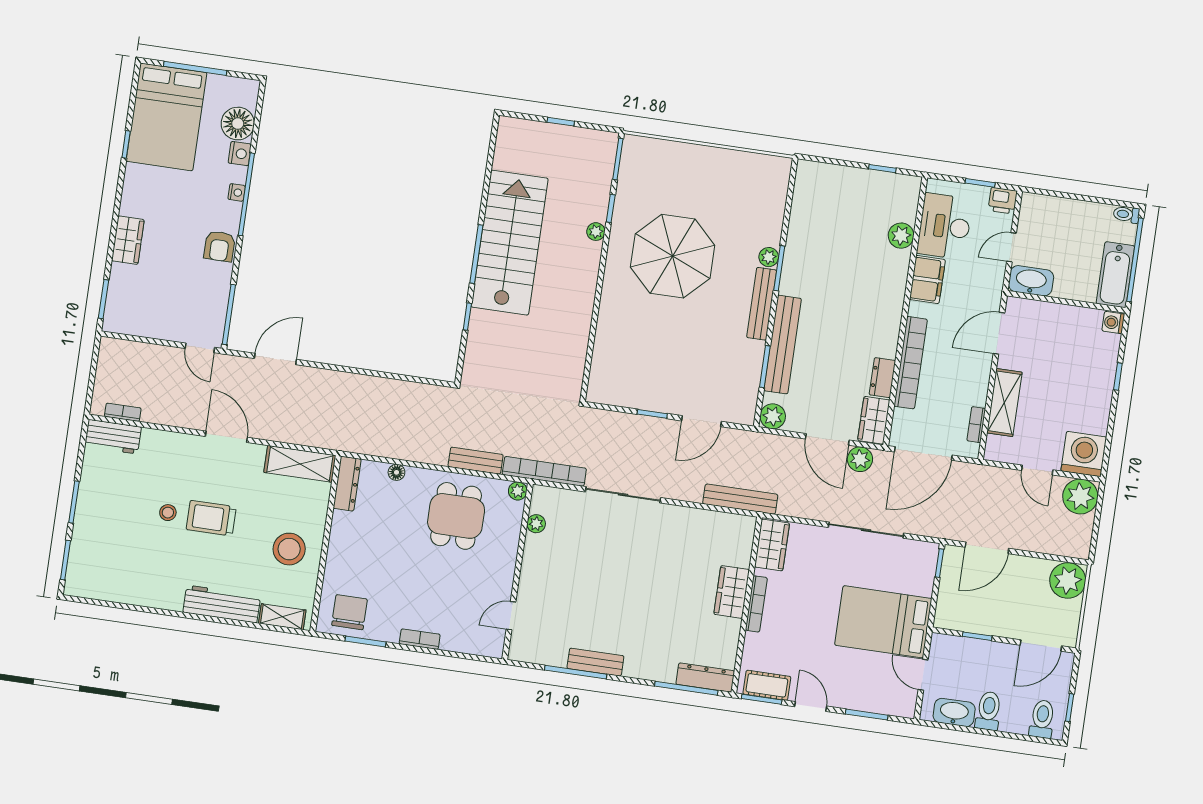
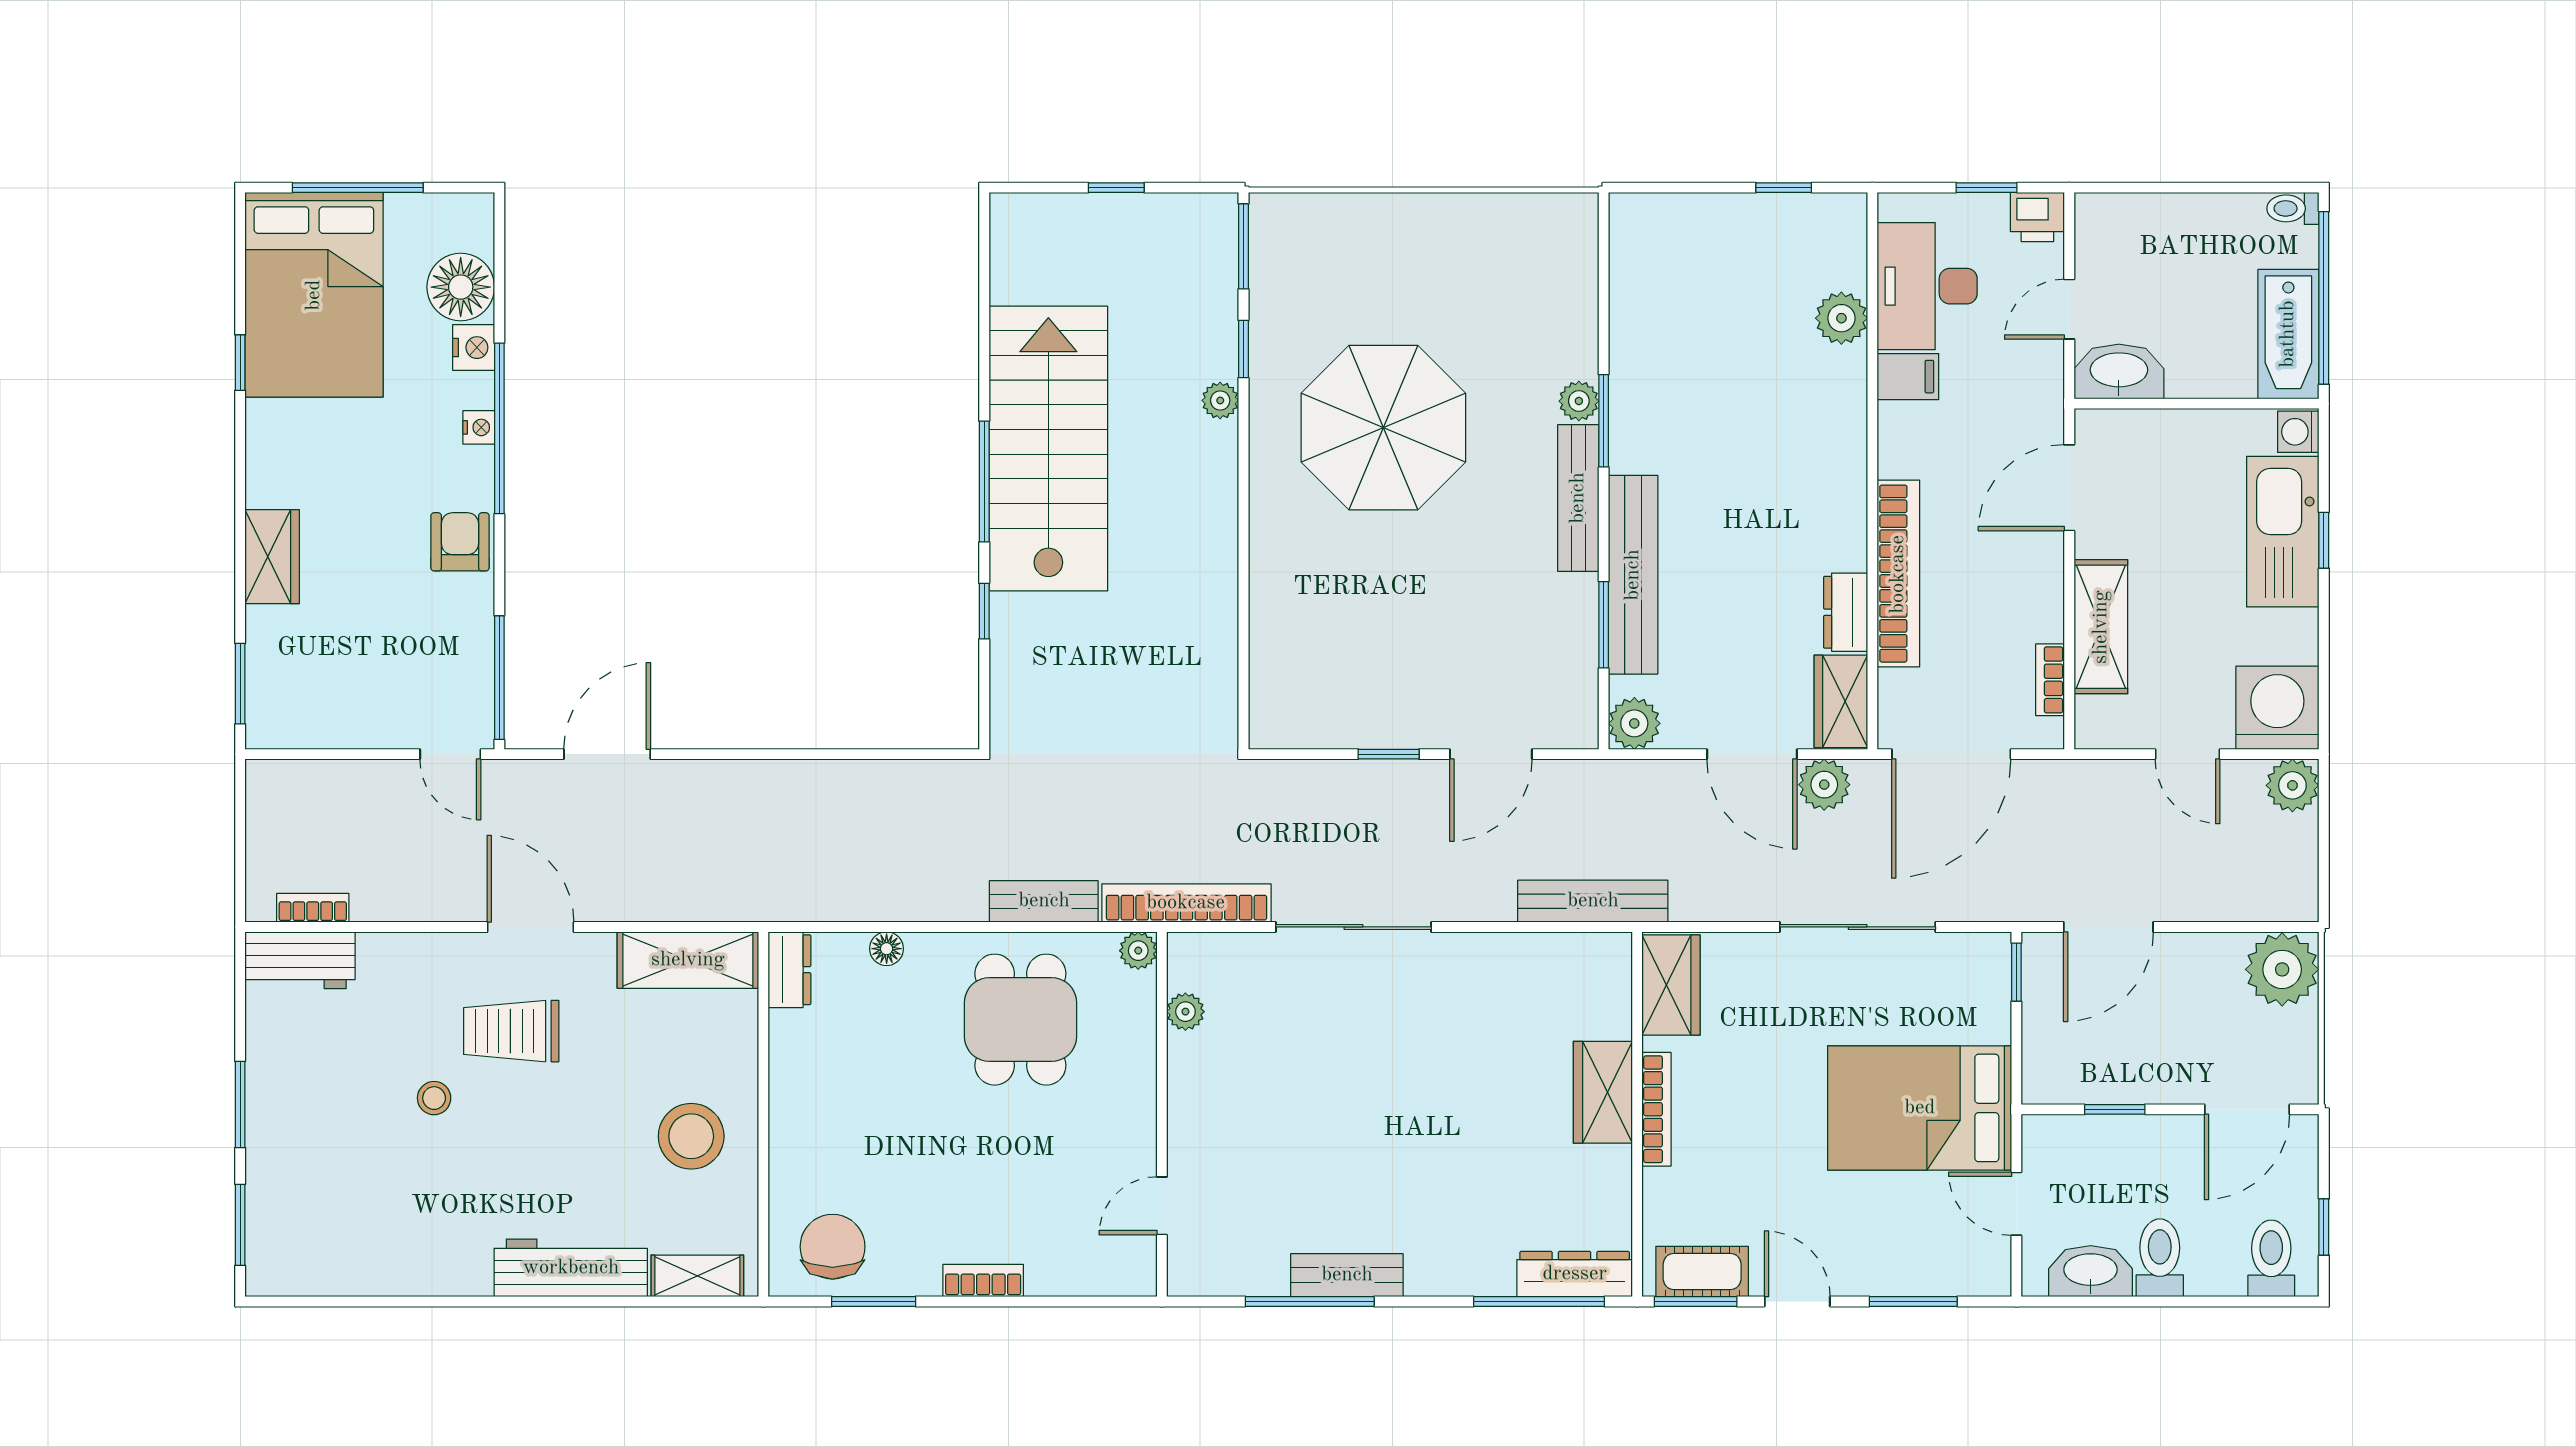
armchair: (219, 246) -> (460, 542), turned 180
filing cabinet: (927, 280) -> (1908, 377), width x0.50
kitchen sink: (1099, 370) -> (2283, 532), added
dresser: (347, 484) -> (789, 970), width x0.70
plant: (1080, 496) -> (2292, 785), width x0.73, depth x0.73
trolley: (211, 518) -> (511, 1031), moved

